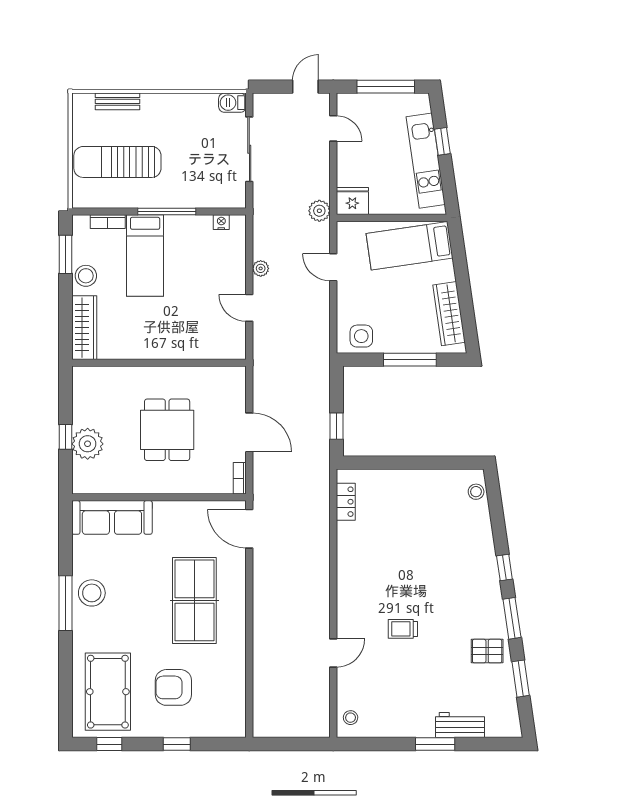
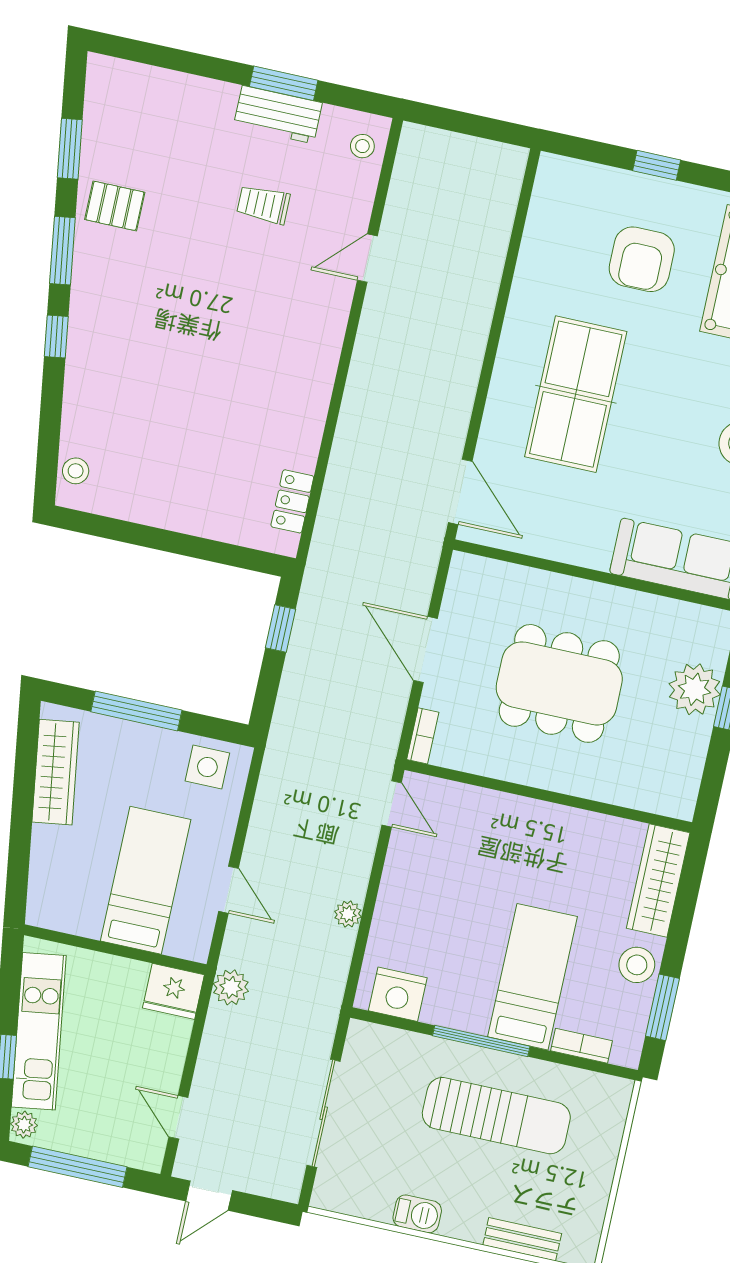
barbecue: (232, 103) -> (417, 1214), moved
plant: (422, 104) -> (24, 1125), added
sun lounger: (117, 162) -> (496, 1116), moved
nightstand: (221, 222) -> (398, 994), width x1.89, depth x1.79
bed: (410, 246) -> (146, 880), moved, turned -82
door: (249, 308) -> (392, 804), moved
dining table: (167, 430) -> (559, 683), width x1.38
bookcase: (240, 478) -> (423, 736), moved
trolley: (403, 629) -> (263, 204), moved, turned 180
armchair: (173, 687) -> (642, 259), turned 90
workbench: (460, 725) -> (278, 115), moved
window: (435, 744) -> (284, 83), moved

